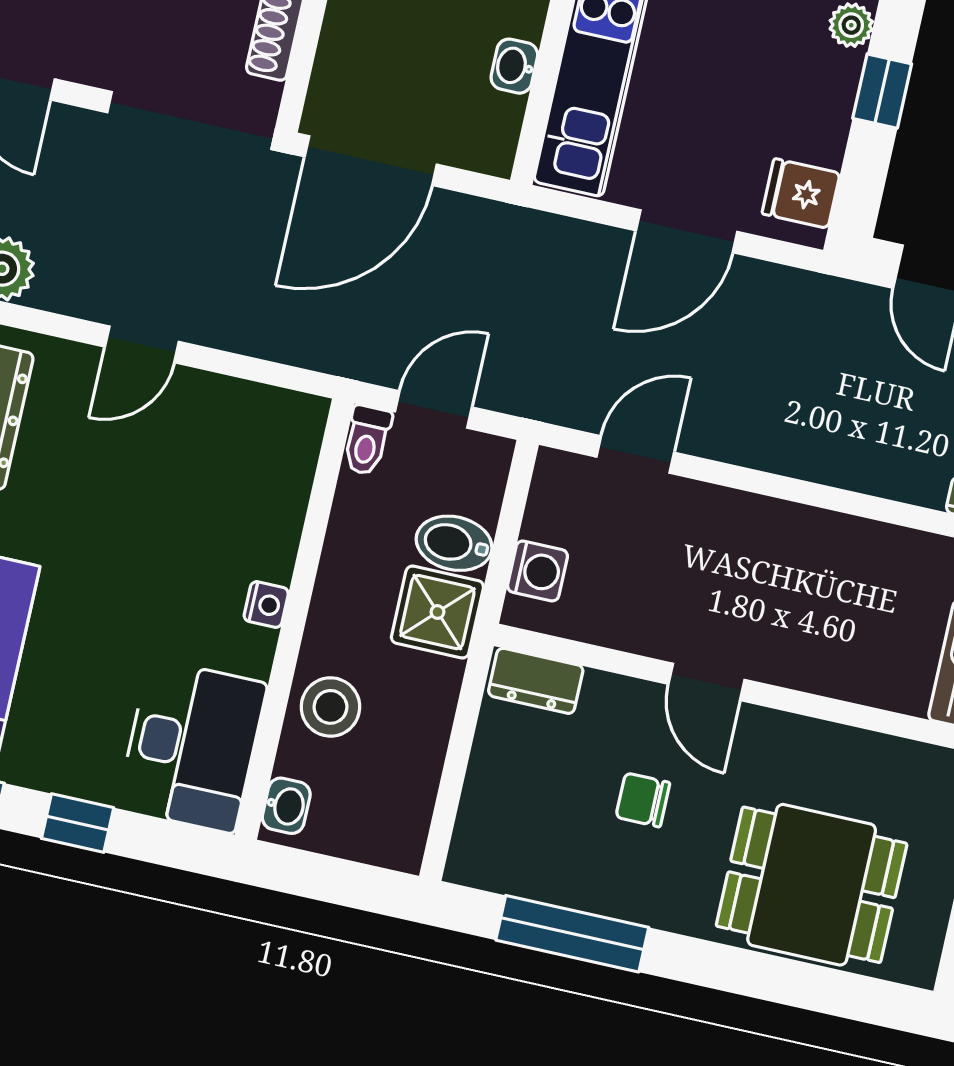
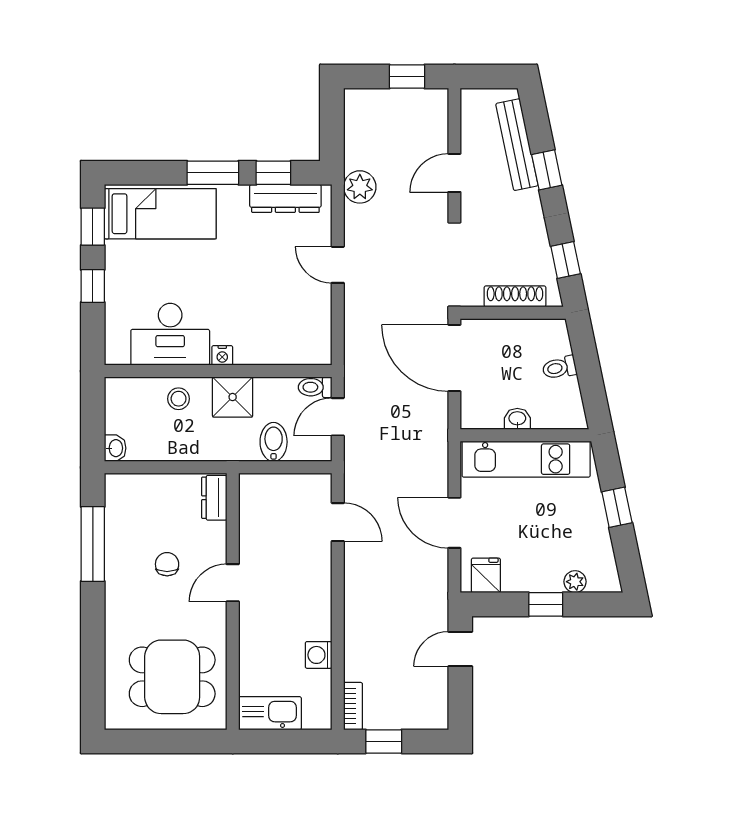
door: (433, 409) -> (338, 417), swing flipped
washing machine: (538, 571) -> (319, 655), moved, turned 90
shower: (437, 612) -> (233, 397), moved
stool: (330, 707) -> (179, 399), width x0.73, depth x0.73
desk: (192, 746) -> (170, 334), moved
washbasin: (286, 806) -> (115, 448), moved, turned -90
dining table: (812, 885) -> (172, 677), moved, turned 90

